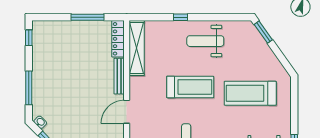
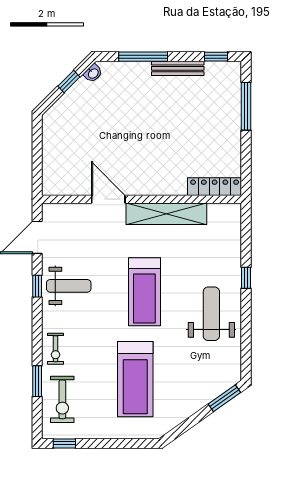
window: (87, 17) -> (246, 106), moved
shelving: (137, 48) -> (166, 214), moved
bench: (119, 76) -> (178, 68), moved
treadmill: (250, 93) -> (135, 379), turned 180

